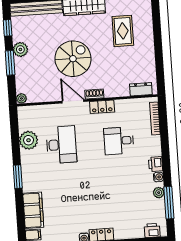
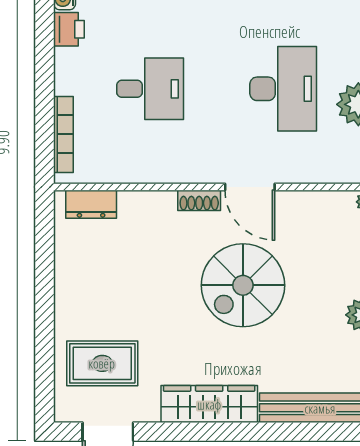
rug: (123, 31) -> (102, 363), moved, turned 90
locker: (102, 107) -> (183, 170), removed
desk: (61, 145) -> (283, 89), turned 180

